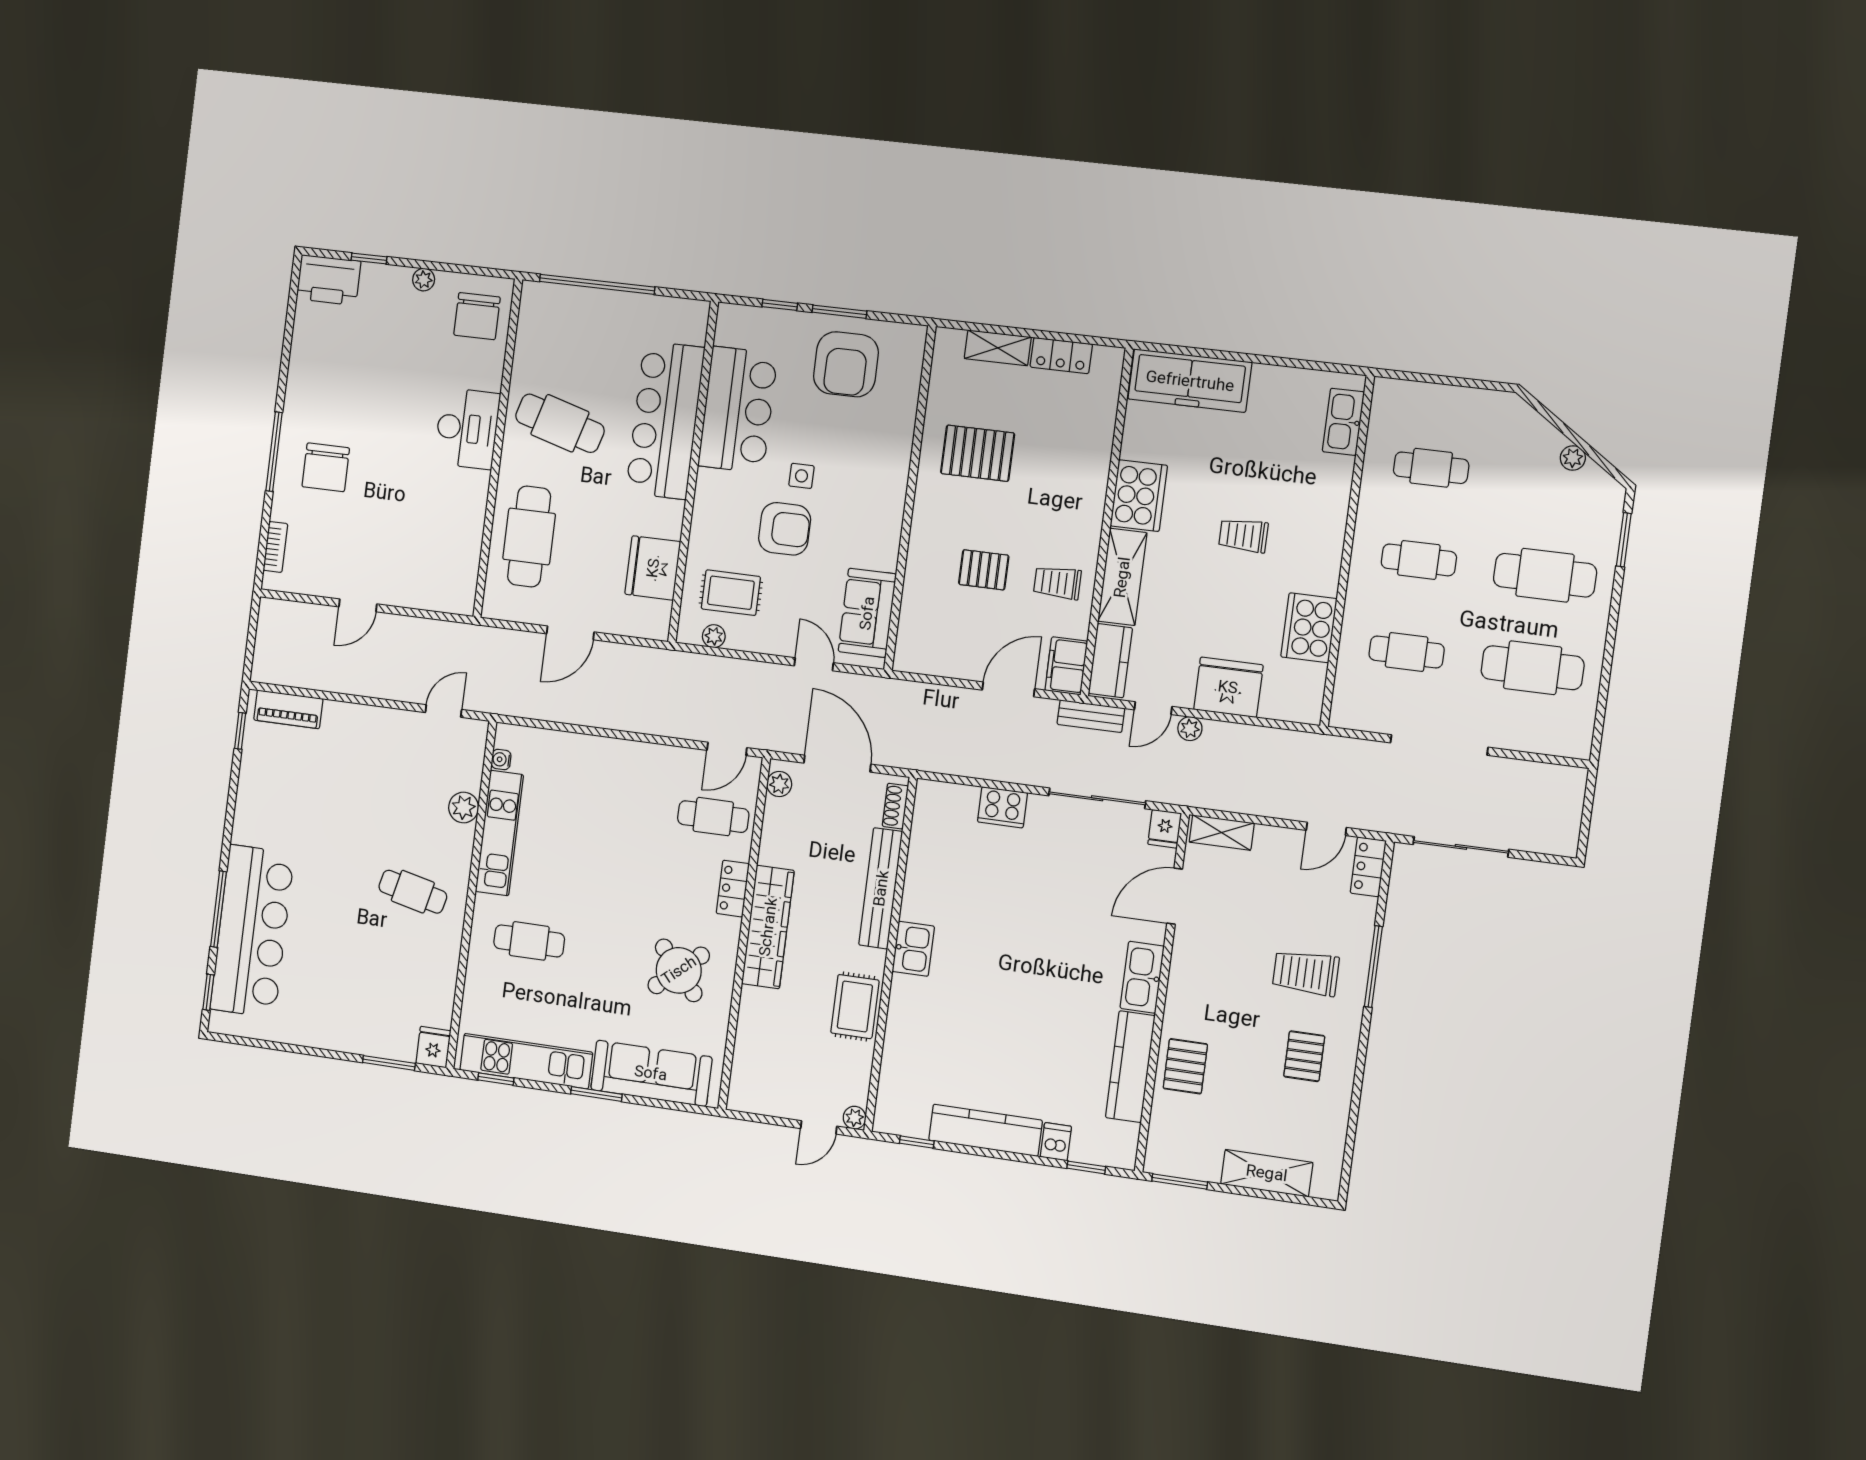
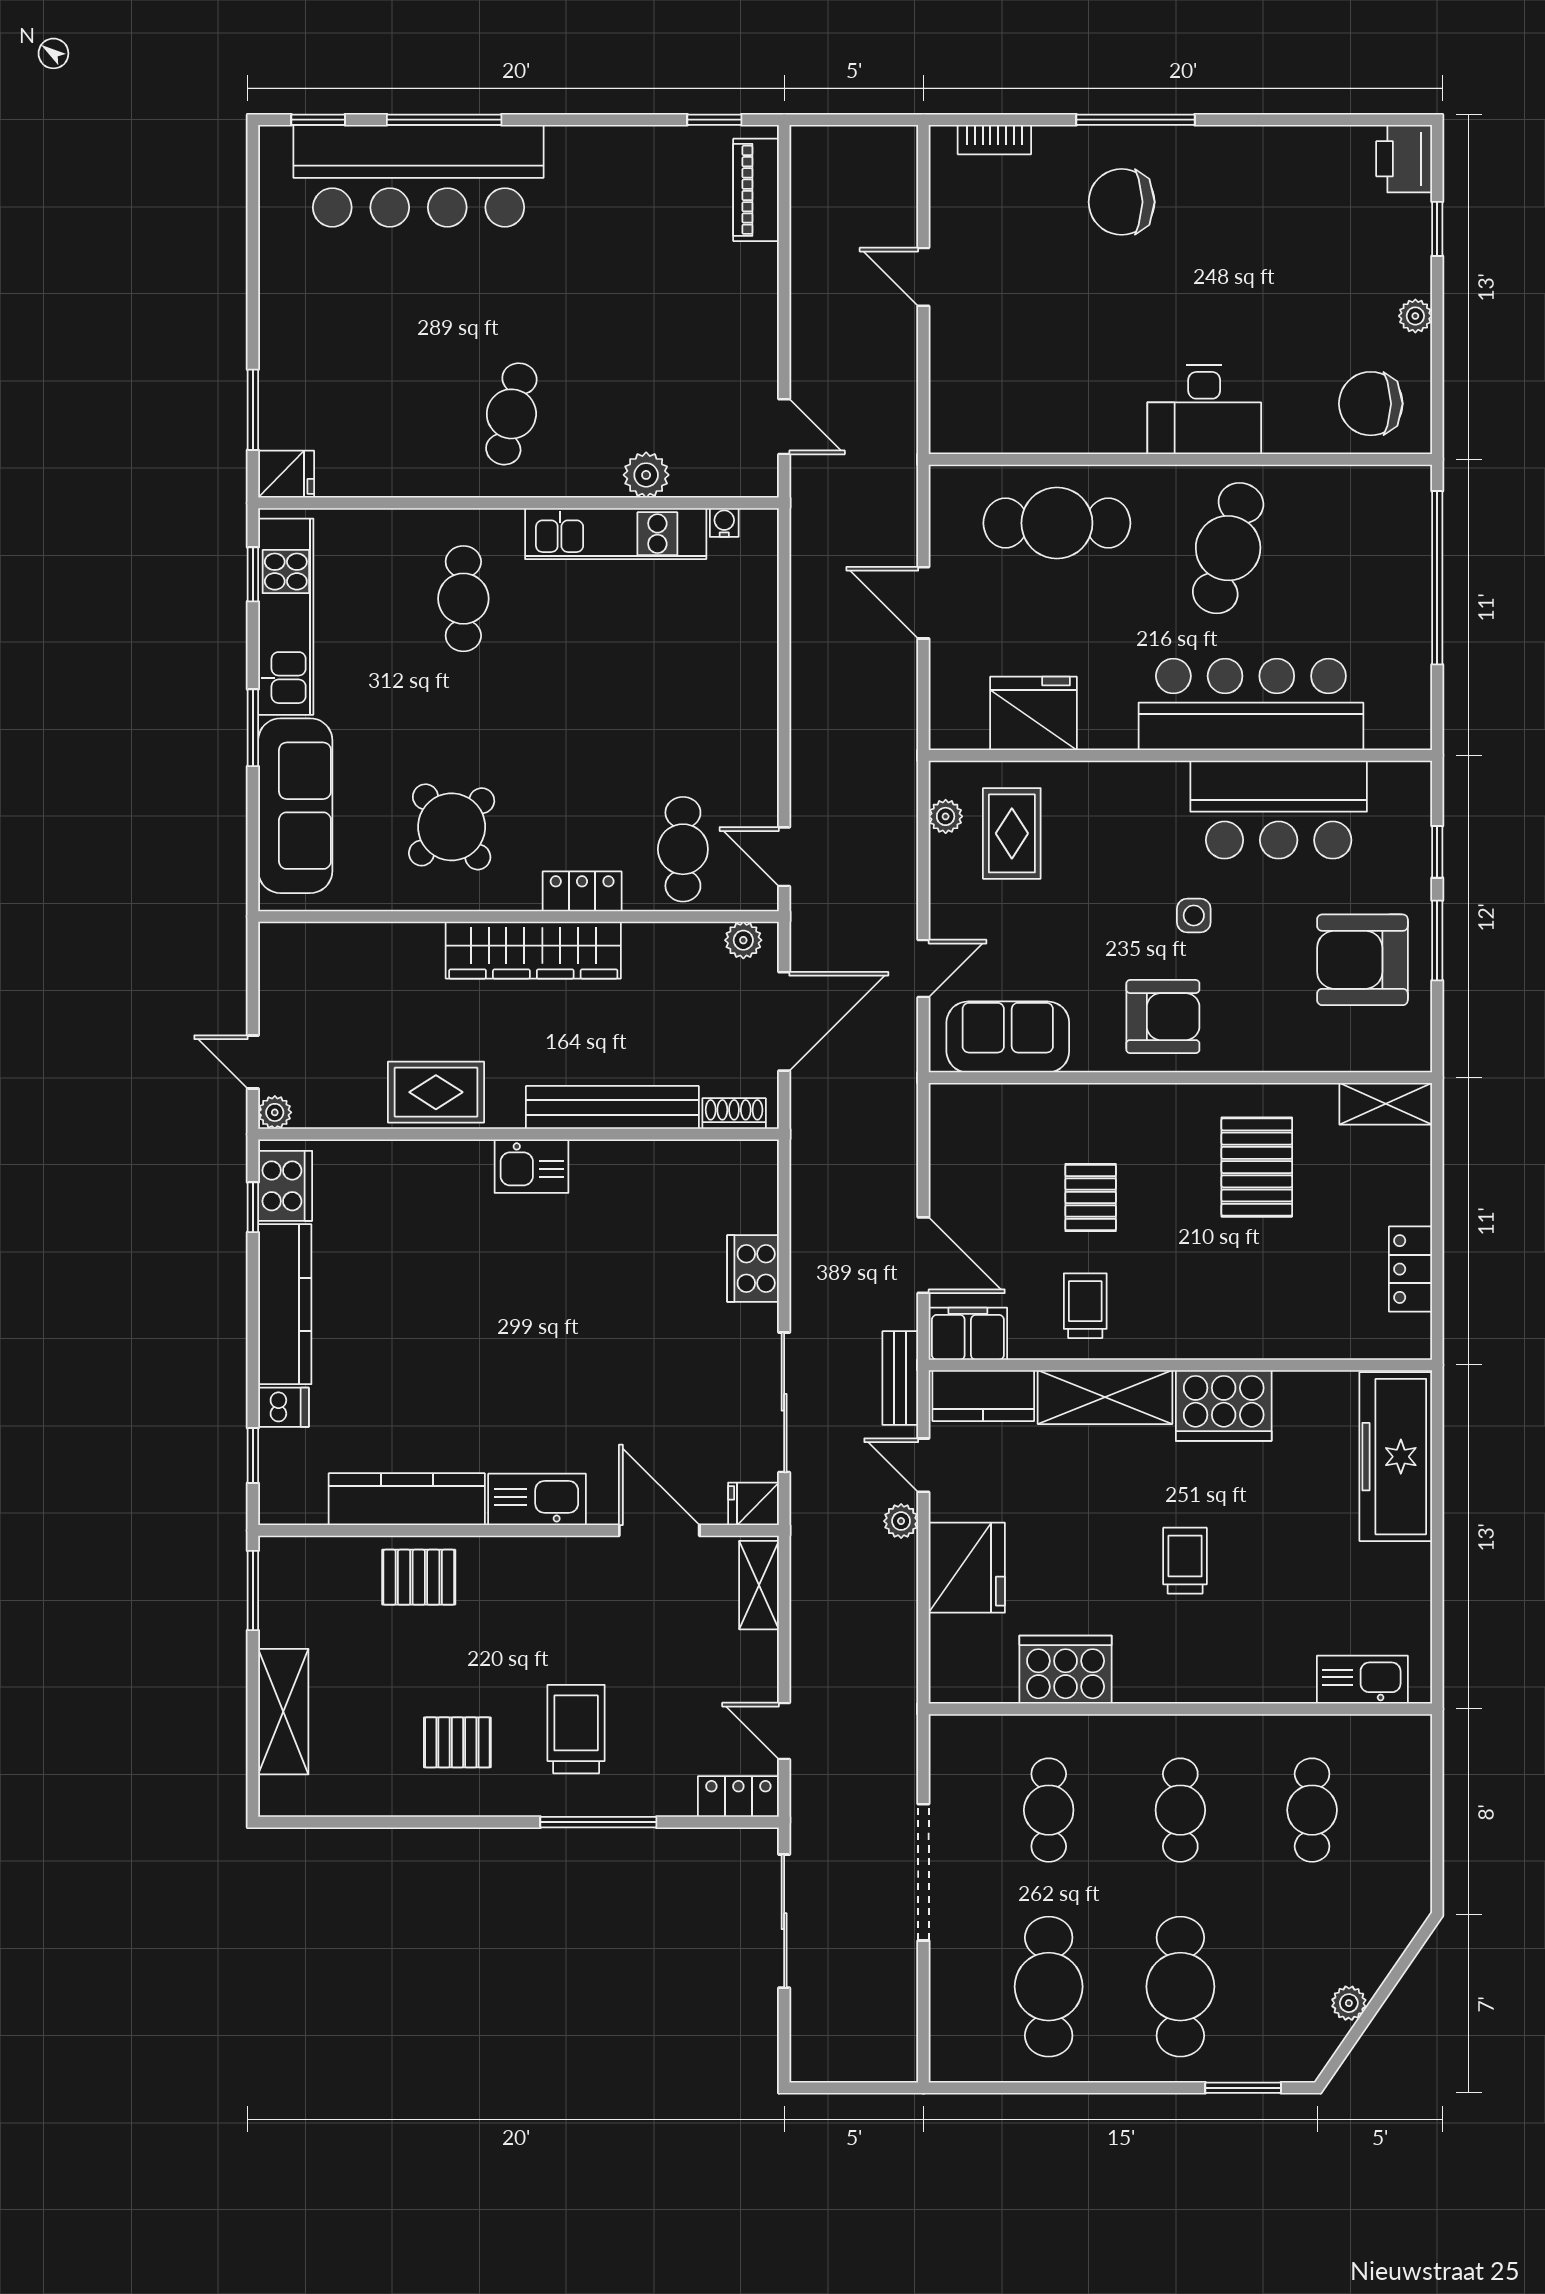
printer: (329, 280) -> (1404, 159), width x0.73, depth x0.84
shelving: (998, 348) -> (1386, 1104), moved, turned 90
armchair: (785, 529) -> (1163, 1017), moved, turned -90
cooker: (905, 1118) -> (285, 1186), added

